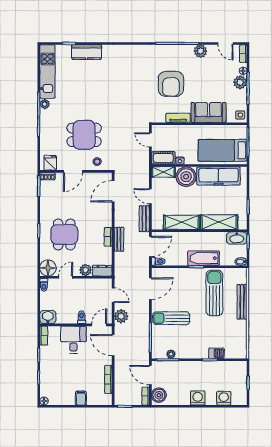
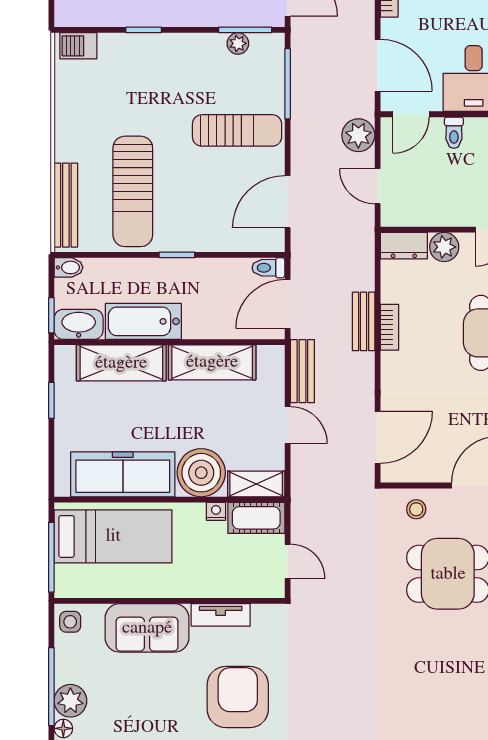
bathtub: (204, 258) -> (143, 321), moved, turned 180
bench: (242, 302) -> (66, 205), moved
barbecue: (216, 353) -> (78, 46), moved

